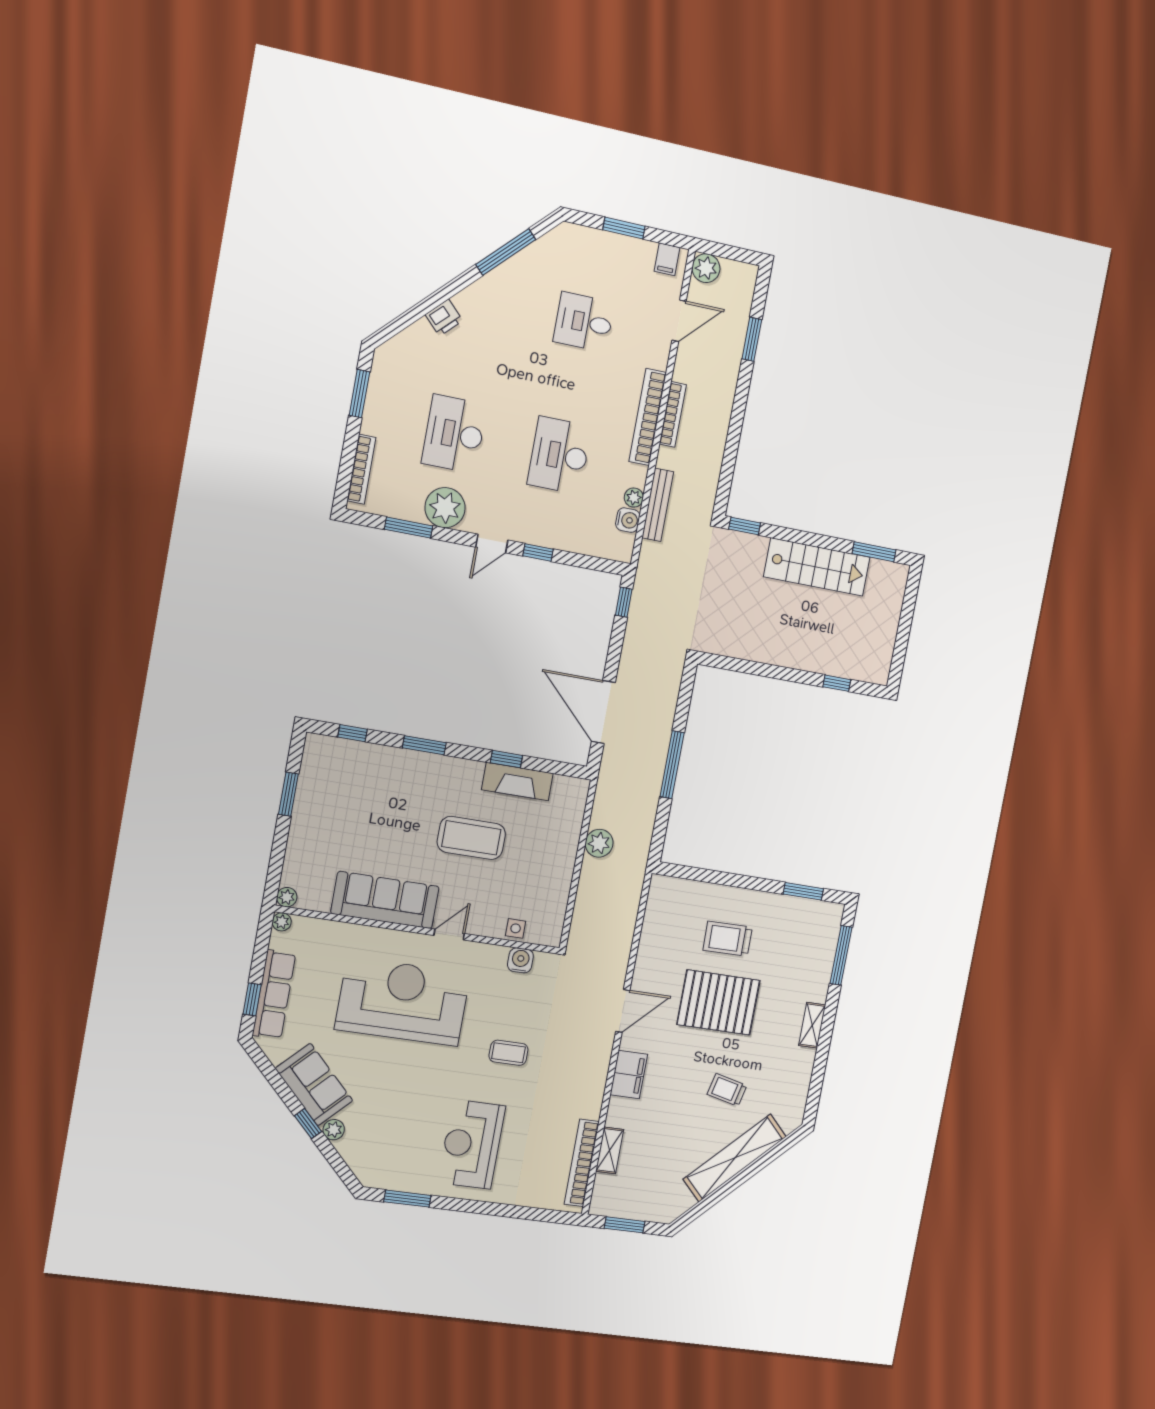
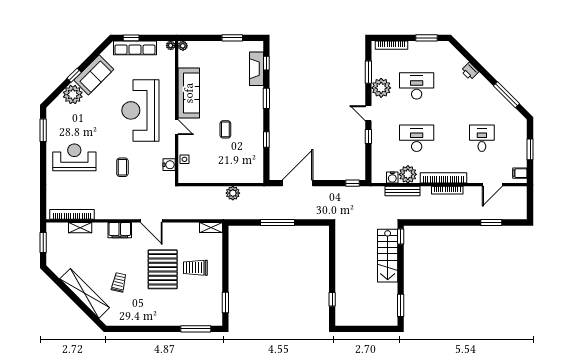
plant: (706, 268) -> (520, 193), removed
door: (679, 321) -> (492, 185), hinge flipped
plant: (634, 498) -> (408, 174), width x1.87, depth x1.87
stairs: (817, 567) -> (388, 256), moved
fireplace: (517, 782) -> (256, 69), moved
coffee table: (471, 838) -> (225, 129), width x0.54, depth x0.58
trolley: (728, 939) -> (195, 268), turned -89
reception desk: (403, 1001) -> (140, 110), turned 180
shelving: (812, 1025) -> (211, 227), moved
plant: (334, 1130) -> (73, 95), width x1.87, depth x1.87

